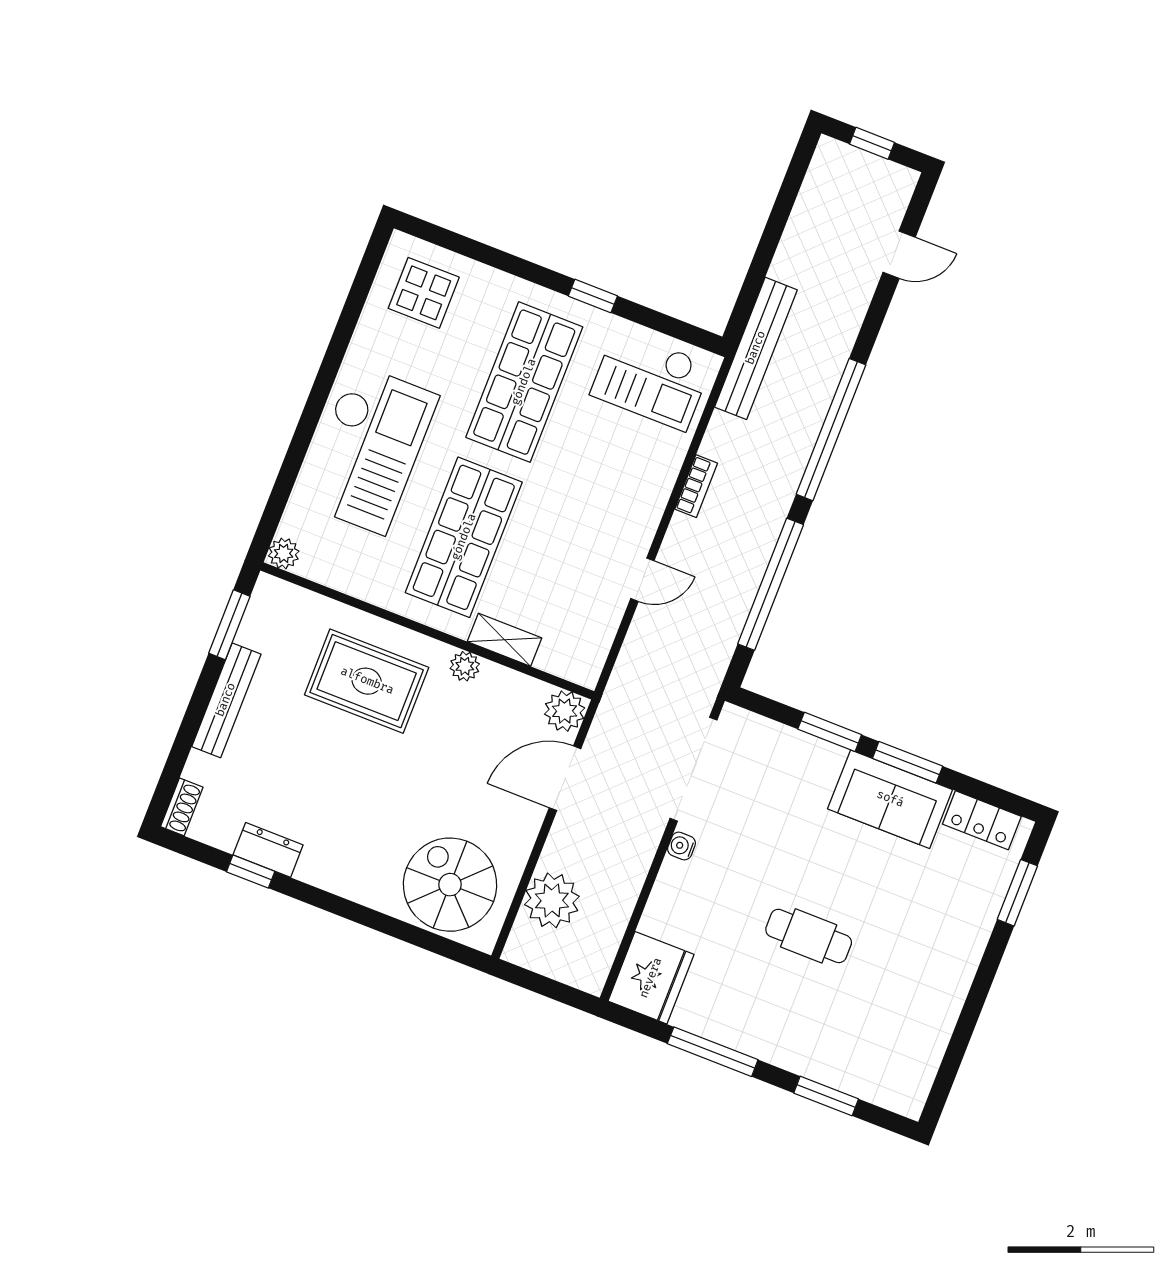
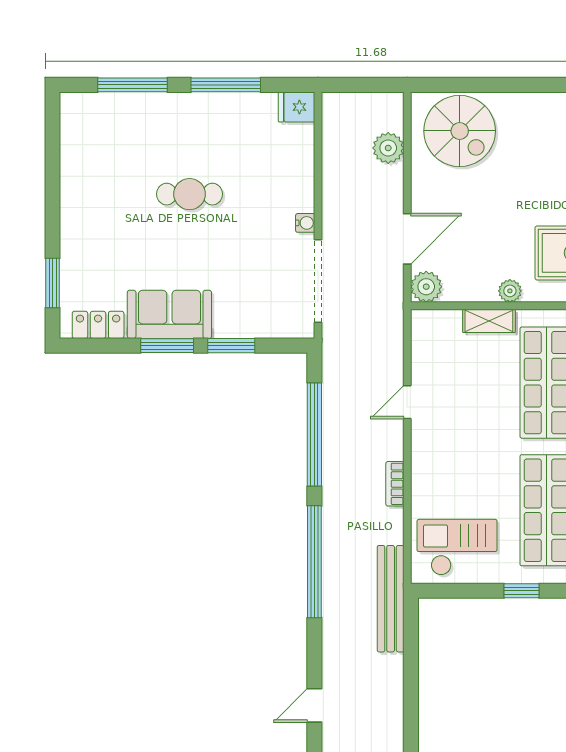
plant: (552, 900) -> (388, 148), width x0.73, depth x0.73
fridge: (651, 978) -> (297, 107), width x0.53, depth x0.75
window: (826, 1096) -> (132, 85), width x1.44

